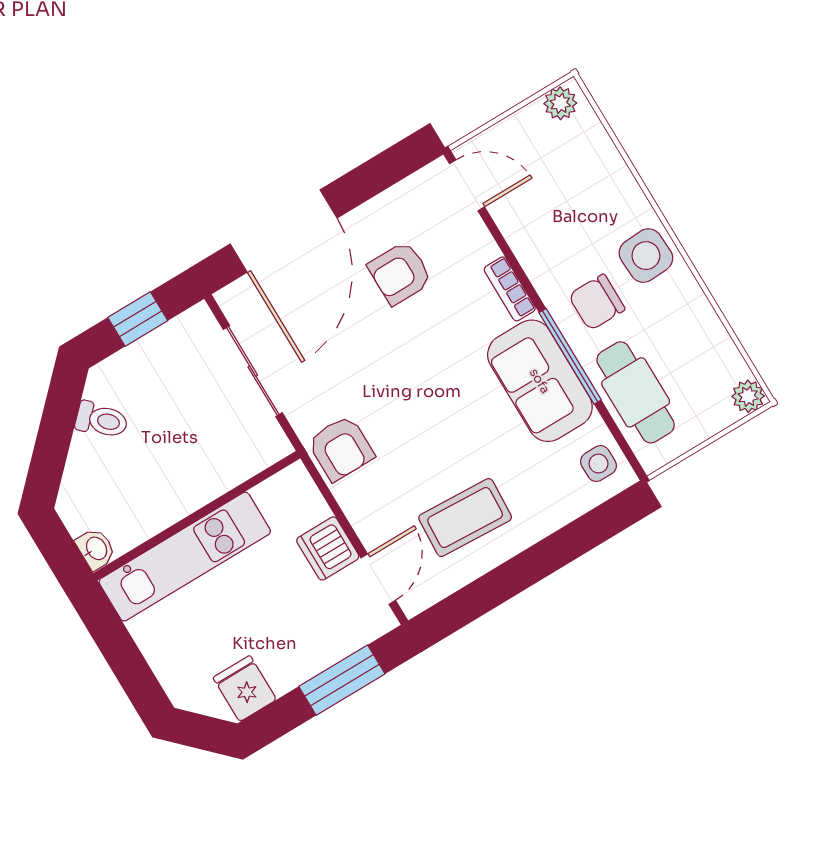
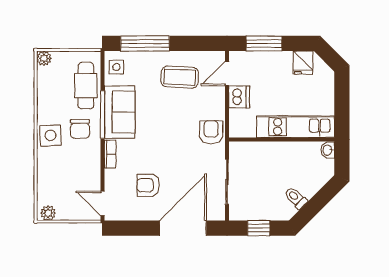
armchair: (400, 273) -> (148, 185), turned 180
chair: (597, 302) -> (80, 129), turned 90
window: (571, 542) -> (145, 43), added

